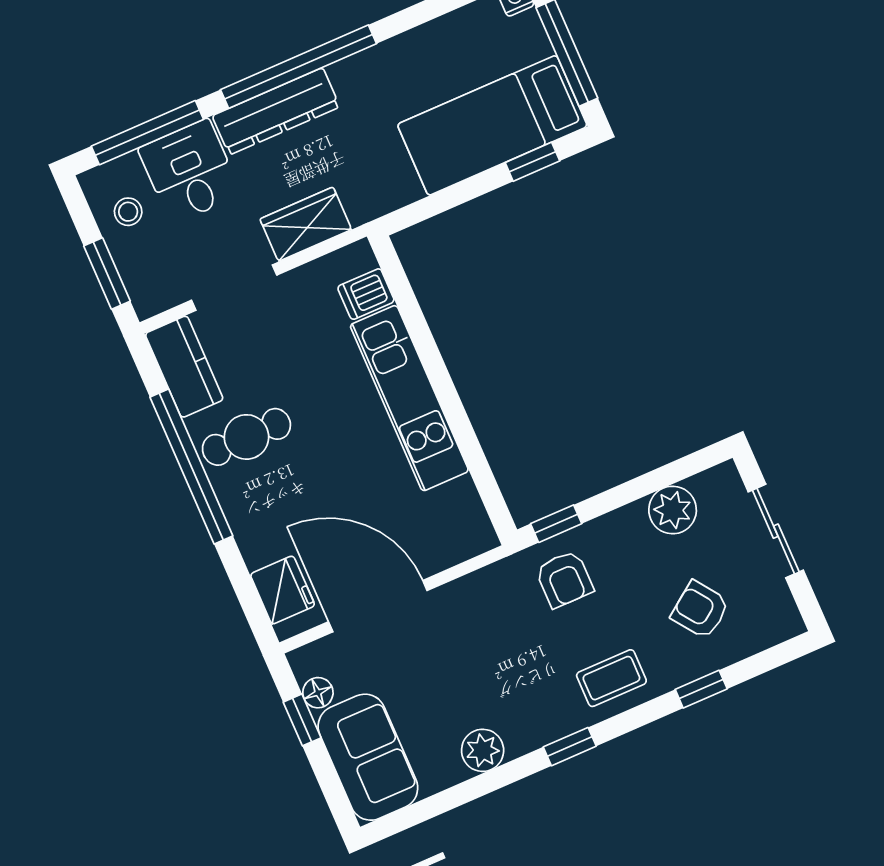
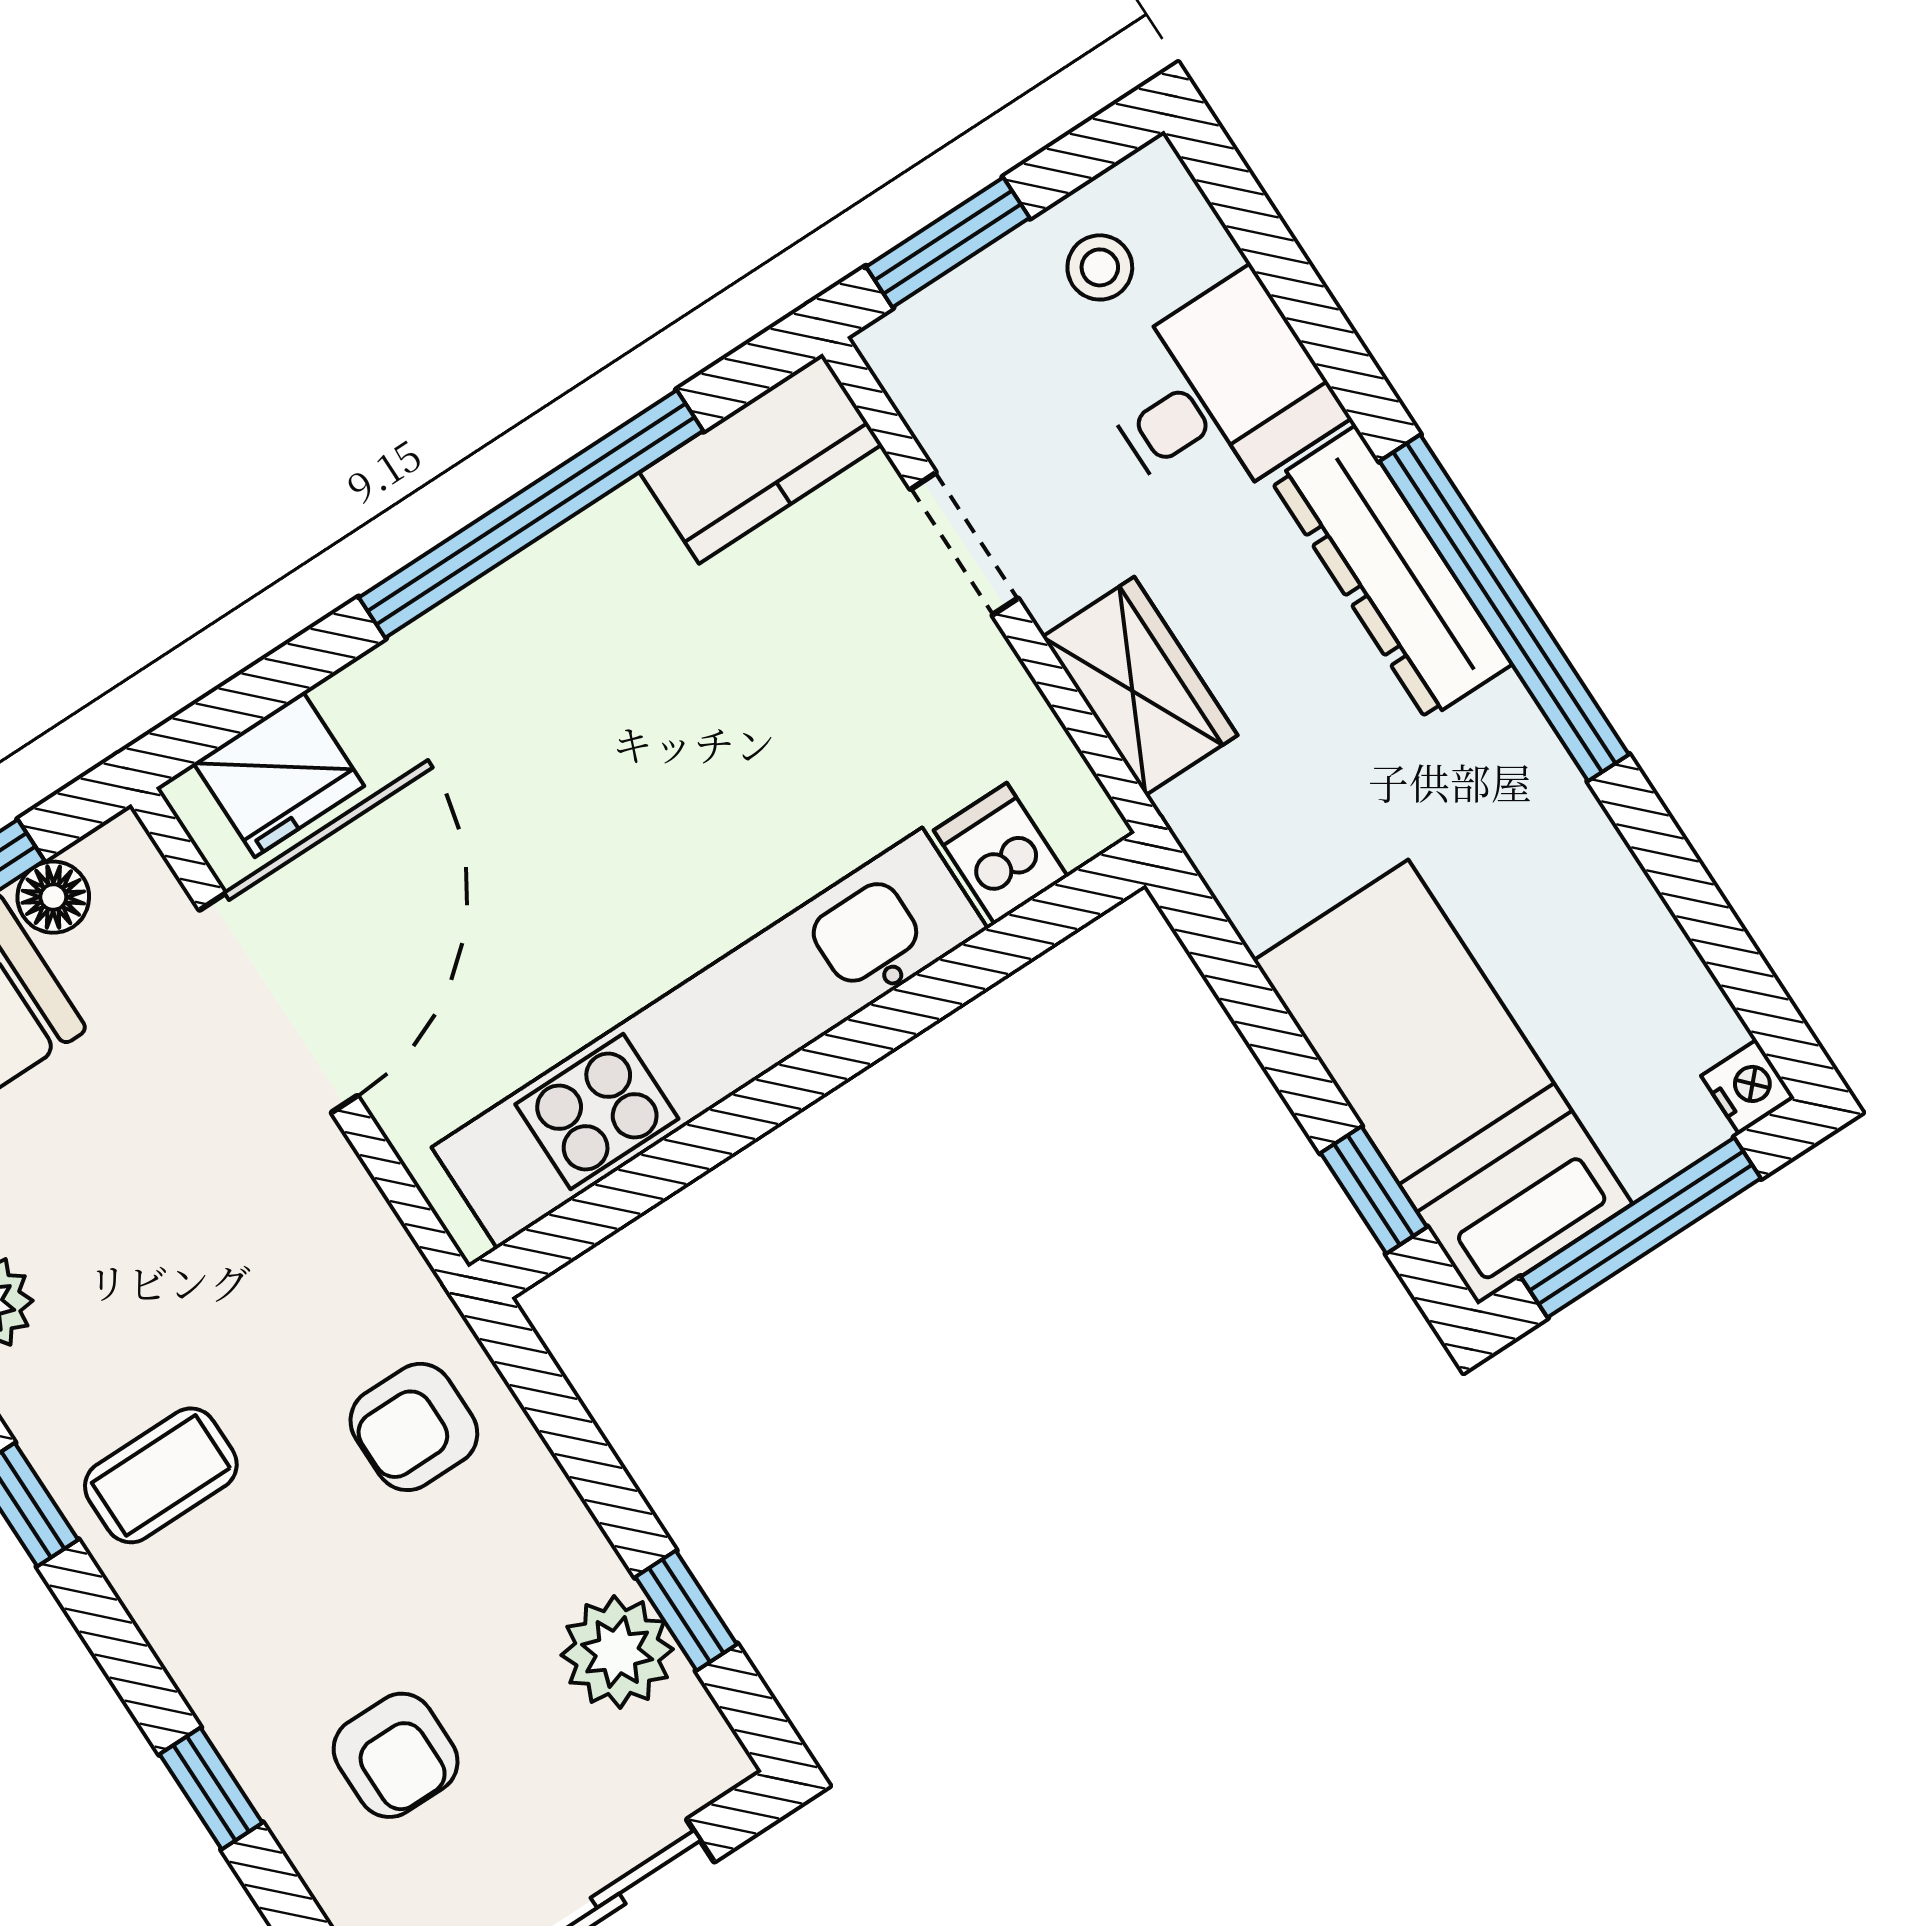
window: (147, 133) -> (1291, 281), removed
doorway: (234, 288) -> (964, 544), width x0.73
kitchen unit: (409, 398) -> (710, 1038), width x1.36
cafe table: (246, 437) -> (621, 631), removed
window: (556, 524) -> (686, 1611), moved
armchair: (700, 610) -> (396, 1755), turned 126
coffee table: (611, 678) -> (161, 1475), moved, turned 90

